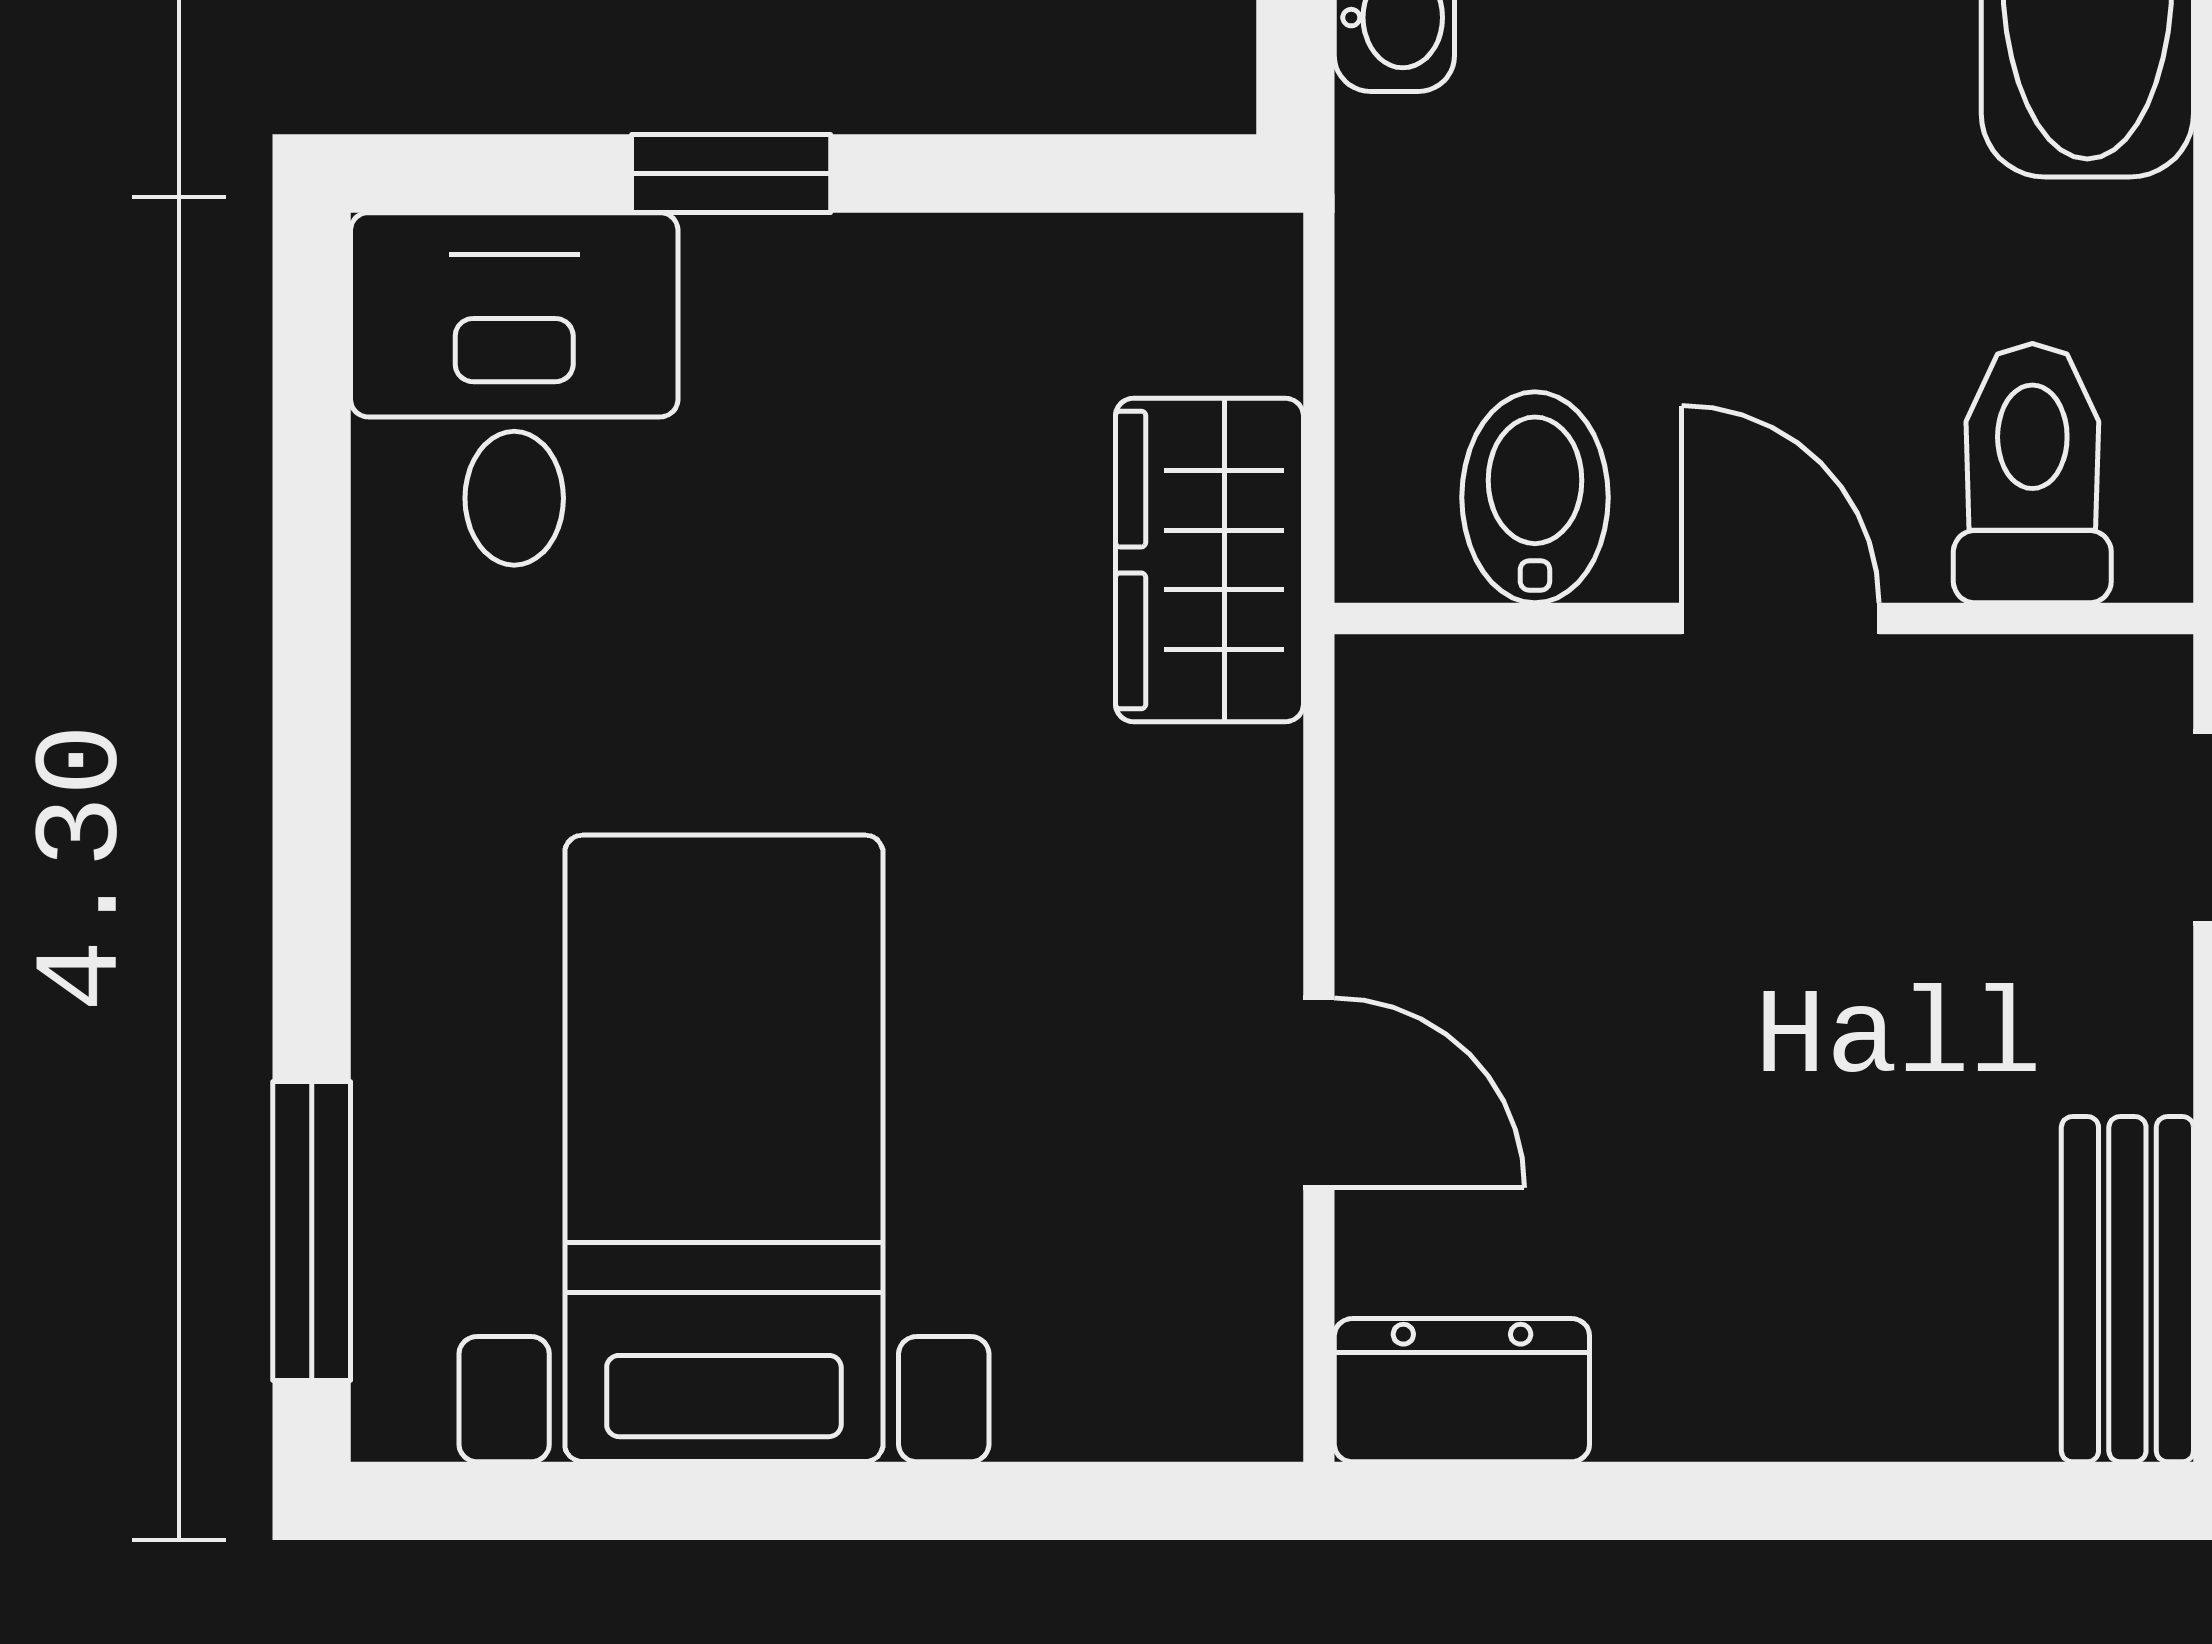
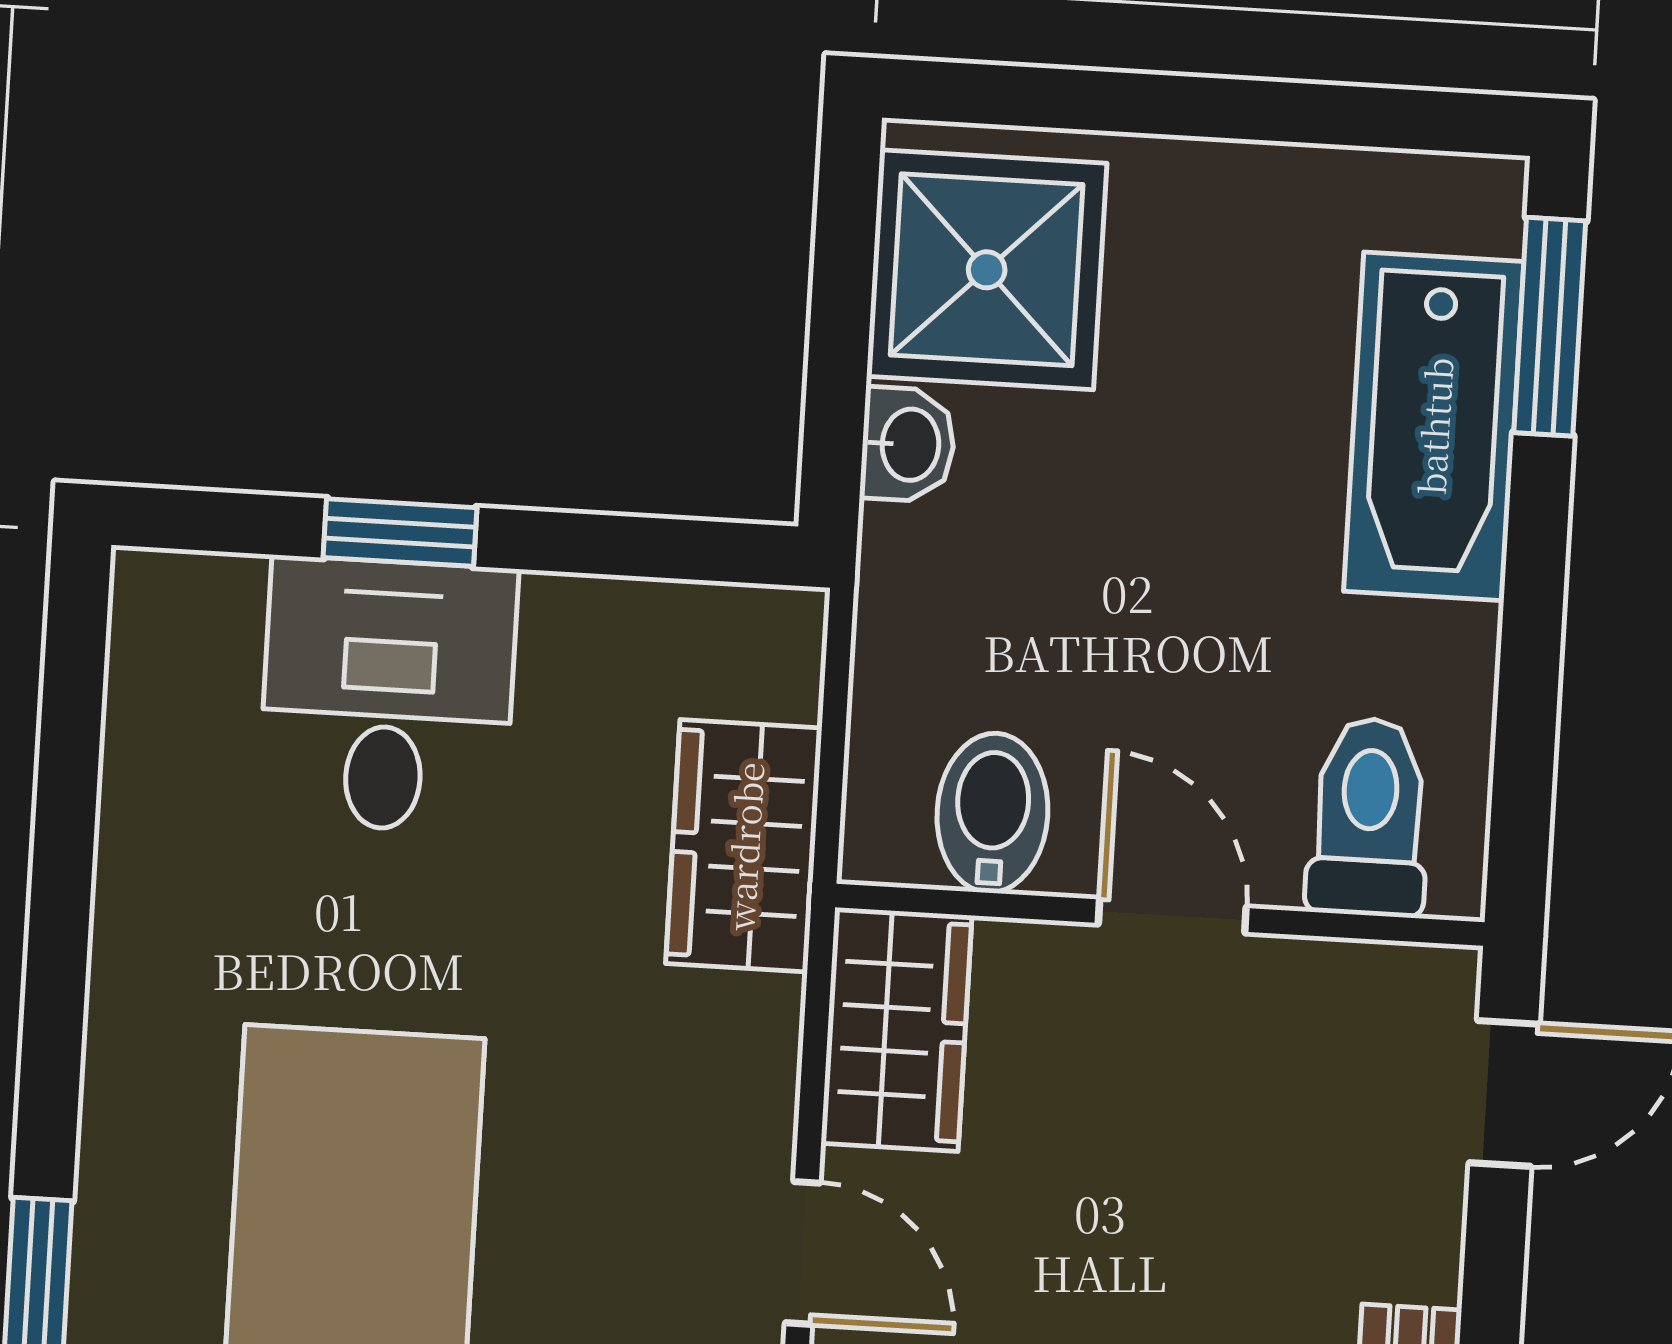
desk: (514, 389) -> (388, 695), moved
wardrobe: (1425, 790) -> (896, 1029), added

